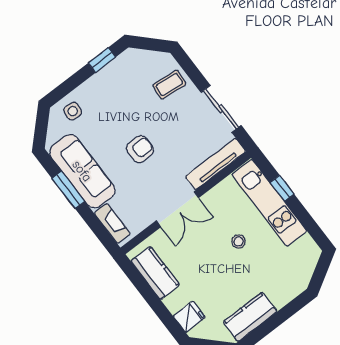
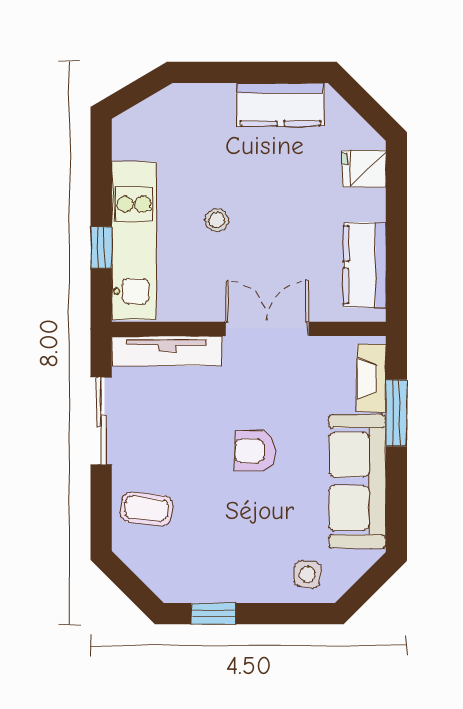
window: (68, 190) -> (396, 413), moved

